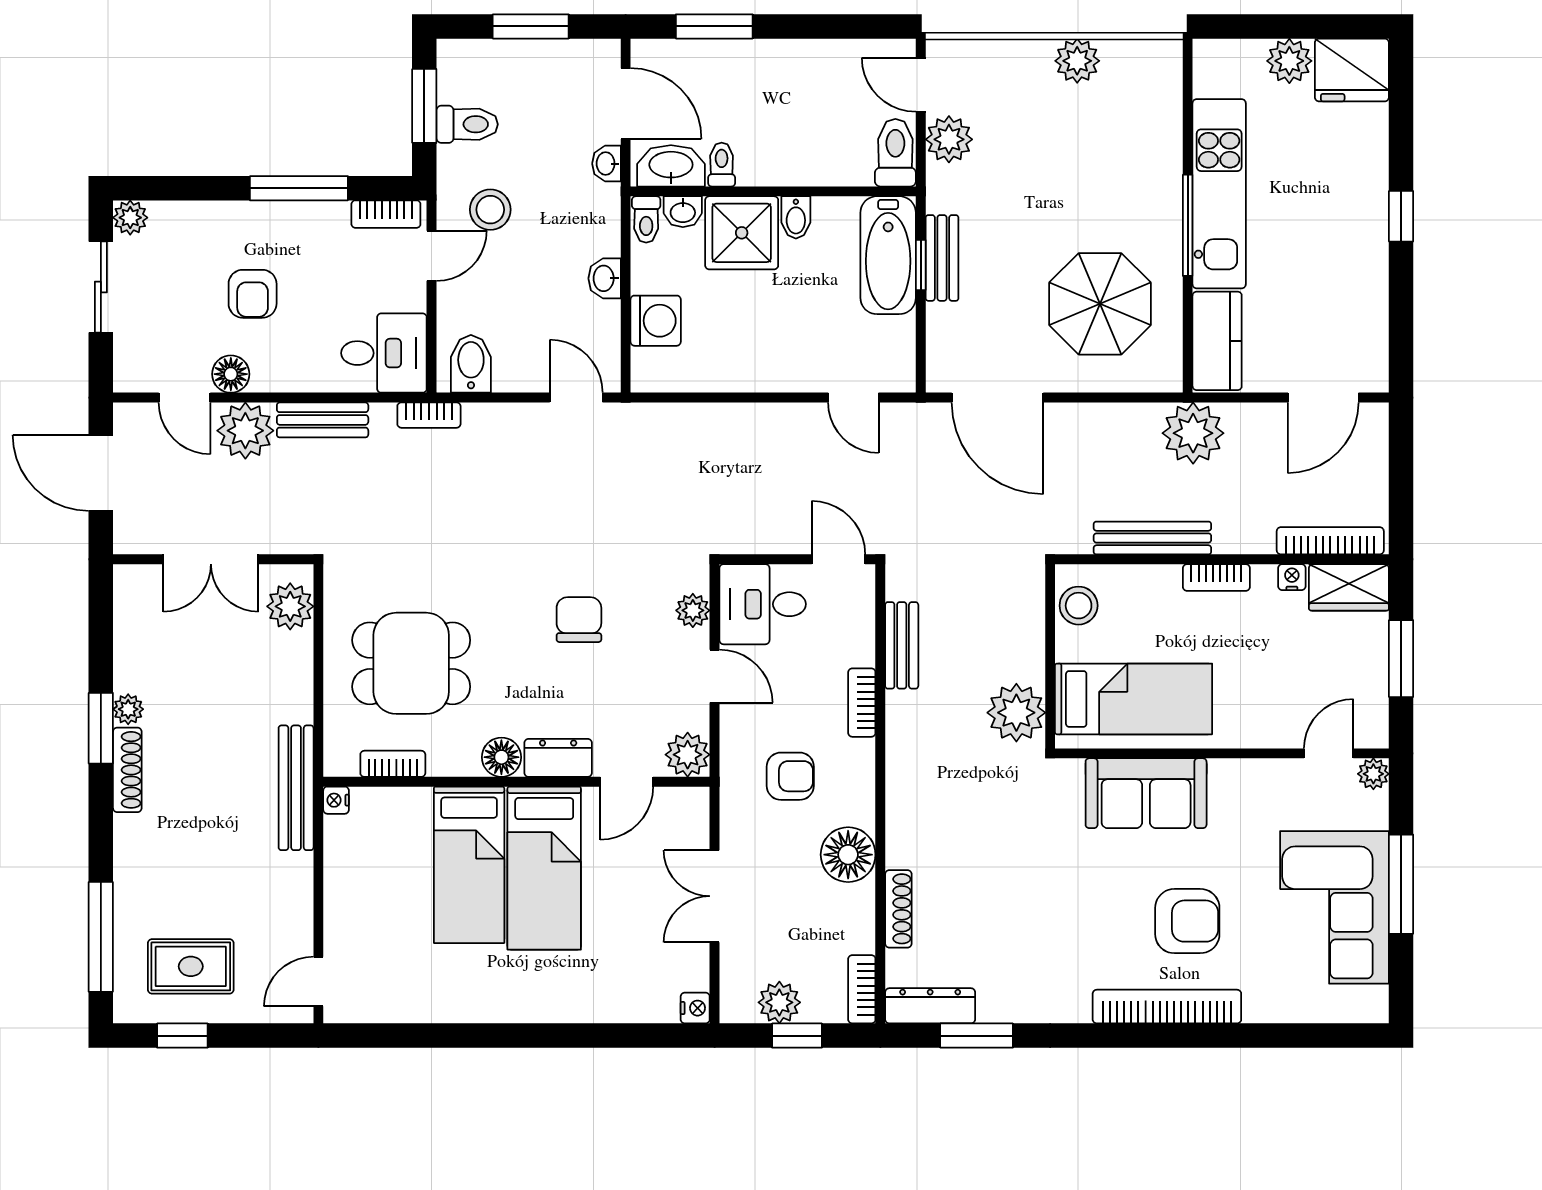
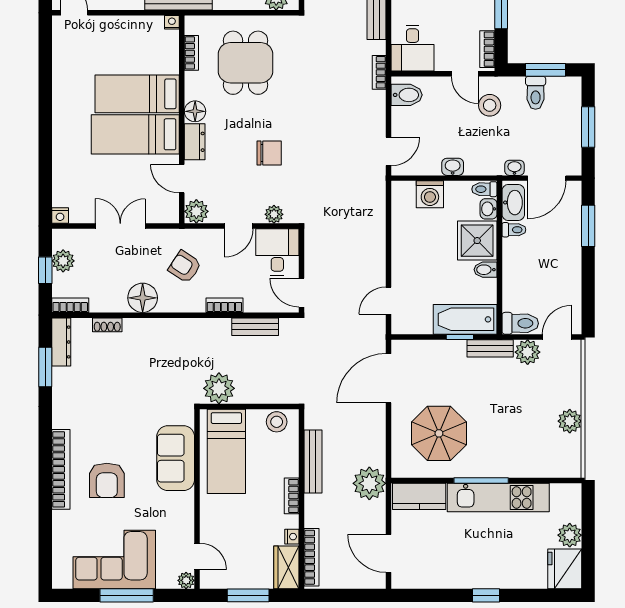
bench: (942, 258) -> (490, 348), moved
door: (838, 559) -> (301, 293), swing flipped
armchair: (790, 776) -> (185, 267), turned 123
shoe rack: (898, 909) -> (107, 325), width x0.70

